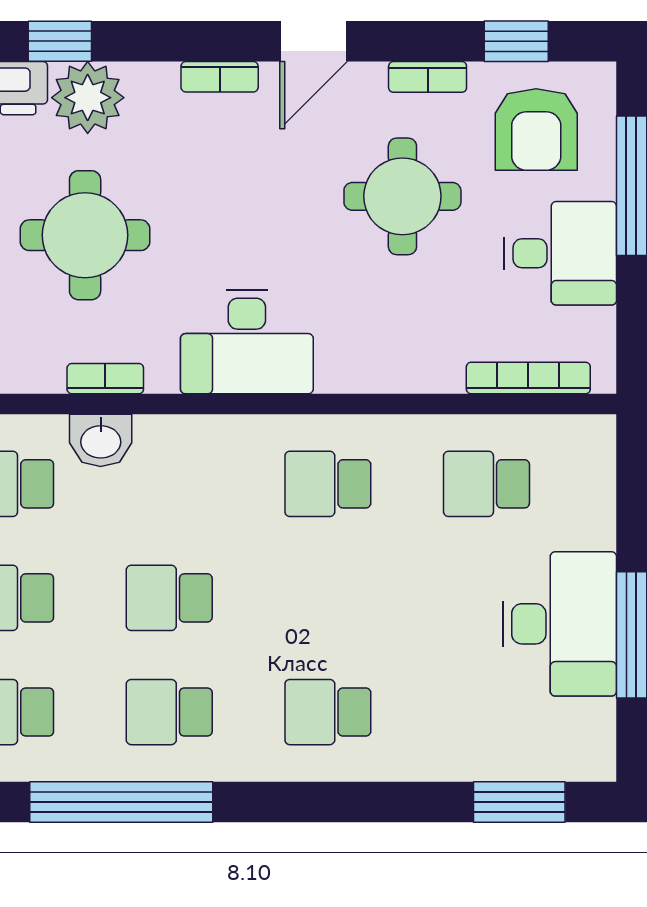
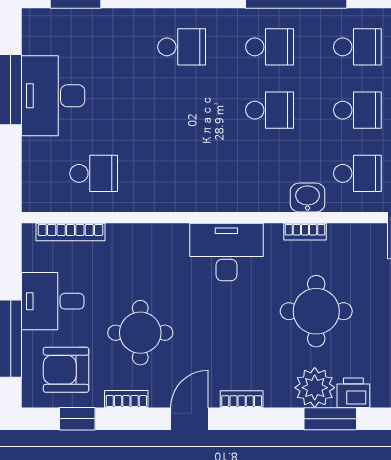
window: (60, 41) -> (330, 419), width x1.50
armchair: (536, 130) -> (66, 370), turned -90
school desk: (328, 484) -> (182, 173), removed

